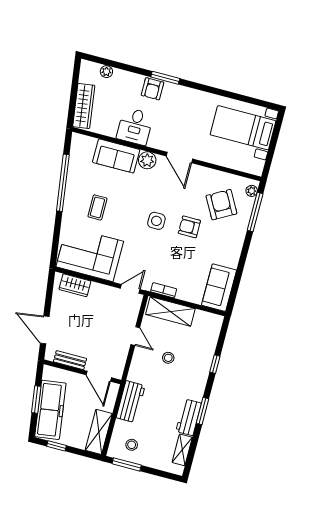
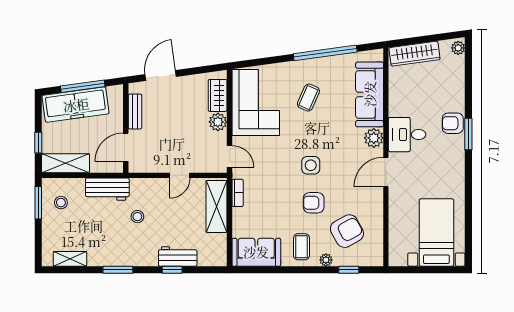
plant: (106, 72) -> (458, 48), moved
desk: (135, 126) -> (407, 135), moved
sofa: (116, 156) -> (370, 94), width x1.36
plant: (252, 191) -> (326, 260), moved
coffee table: (97, 207) -> (308, 98), turned -66
window: (255, 212) -> (349, 270), width x0.46
armchair: (189, 227) -> (314, 203), turned -90
coffee table: (225, 247) -> (301, 247), added
plant: (98, 291) -> (218, 122), added
stool: (168, 358) -> (137, 217), moved
window: (36, 400) -> (83, 86), width x1.44
workbench: (189, 417) -> (178, 256), moved
window: (56, 446) -> (38, 143), moved

